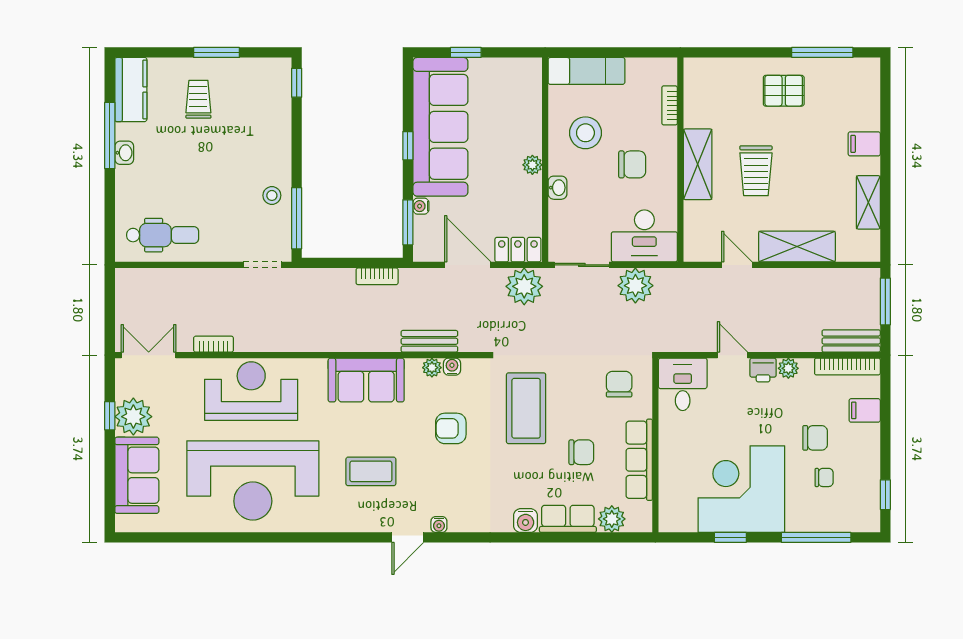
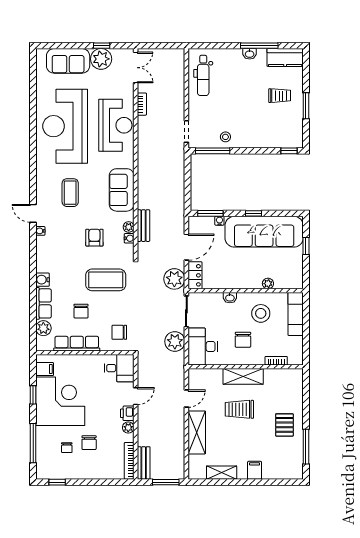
plant: (532, 165) -> (268, 284), moved
bookcase: (377, 276) -> (180, 196), removed
chair: (619, 384) -> (119, 332), turned 180
filing cabinet: (865, 410) -> (45, 369), moved, turned 90

